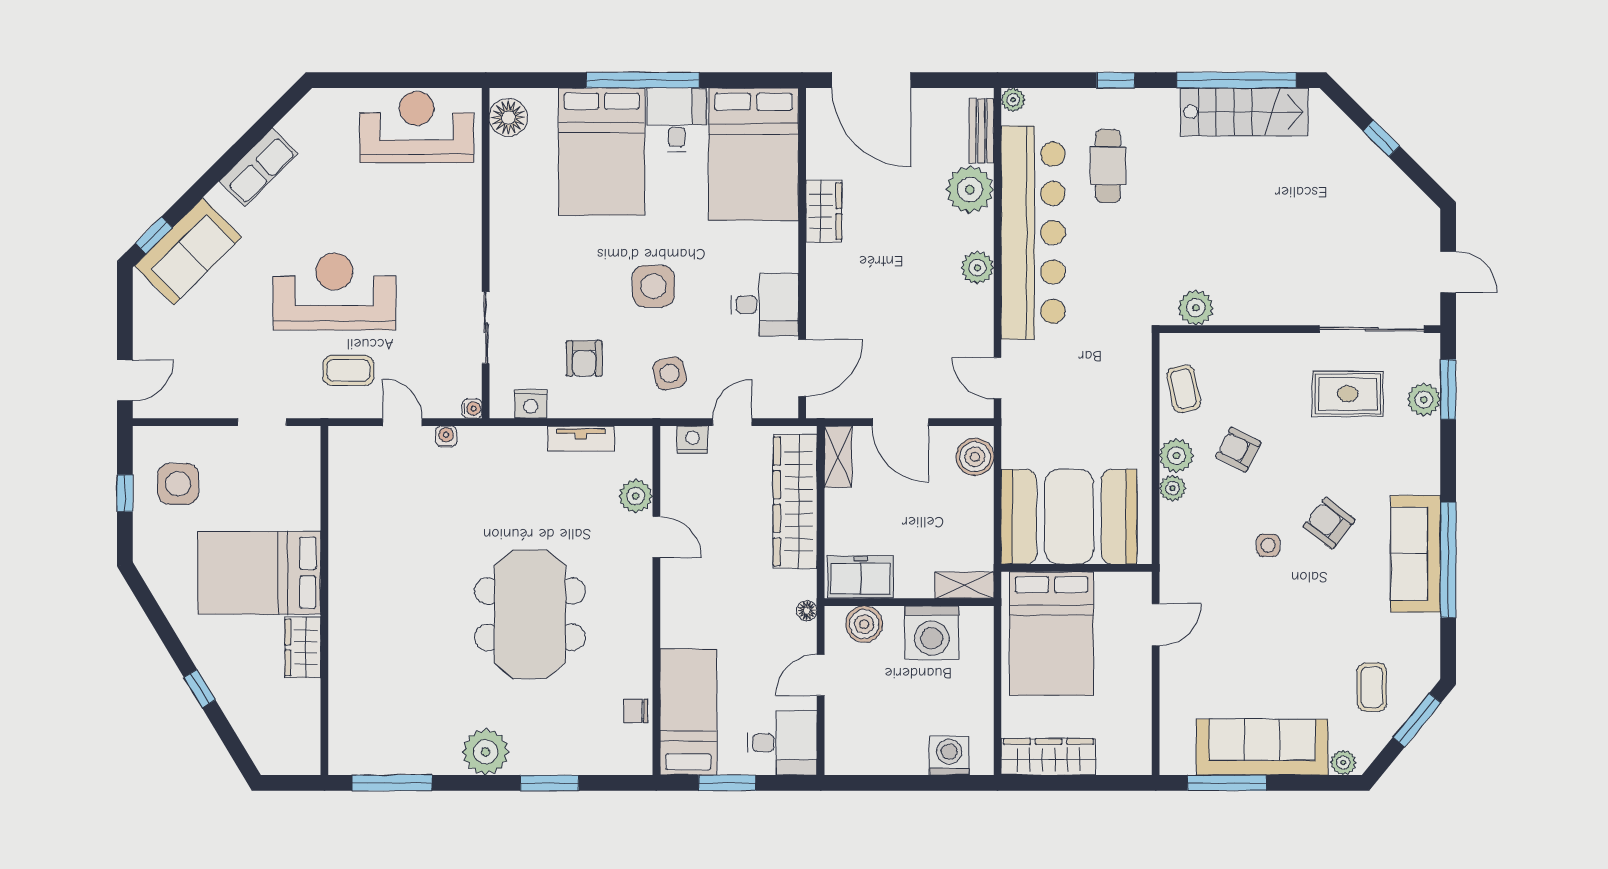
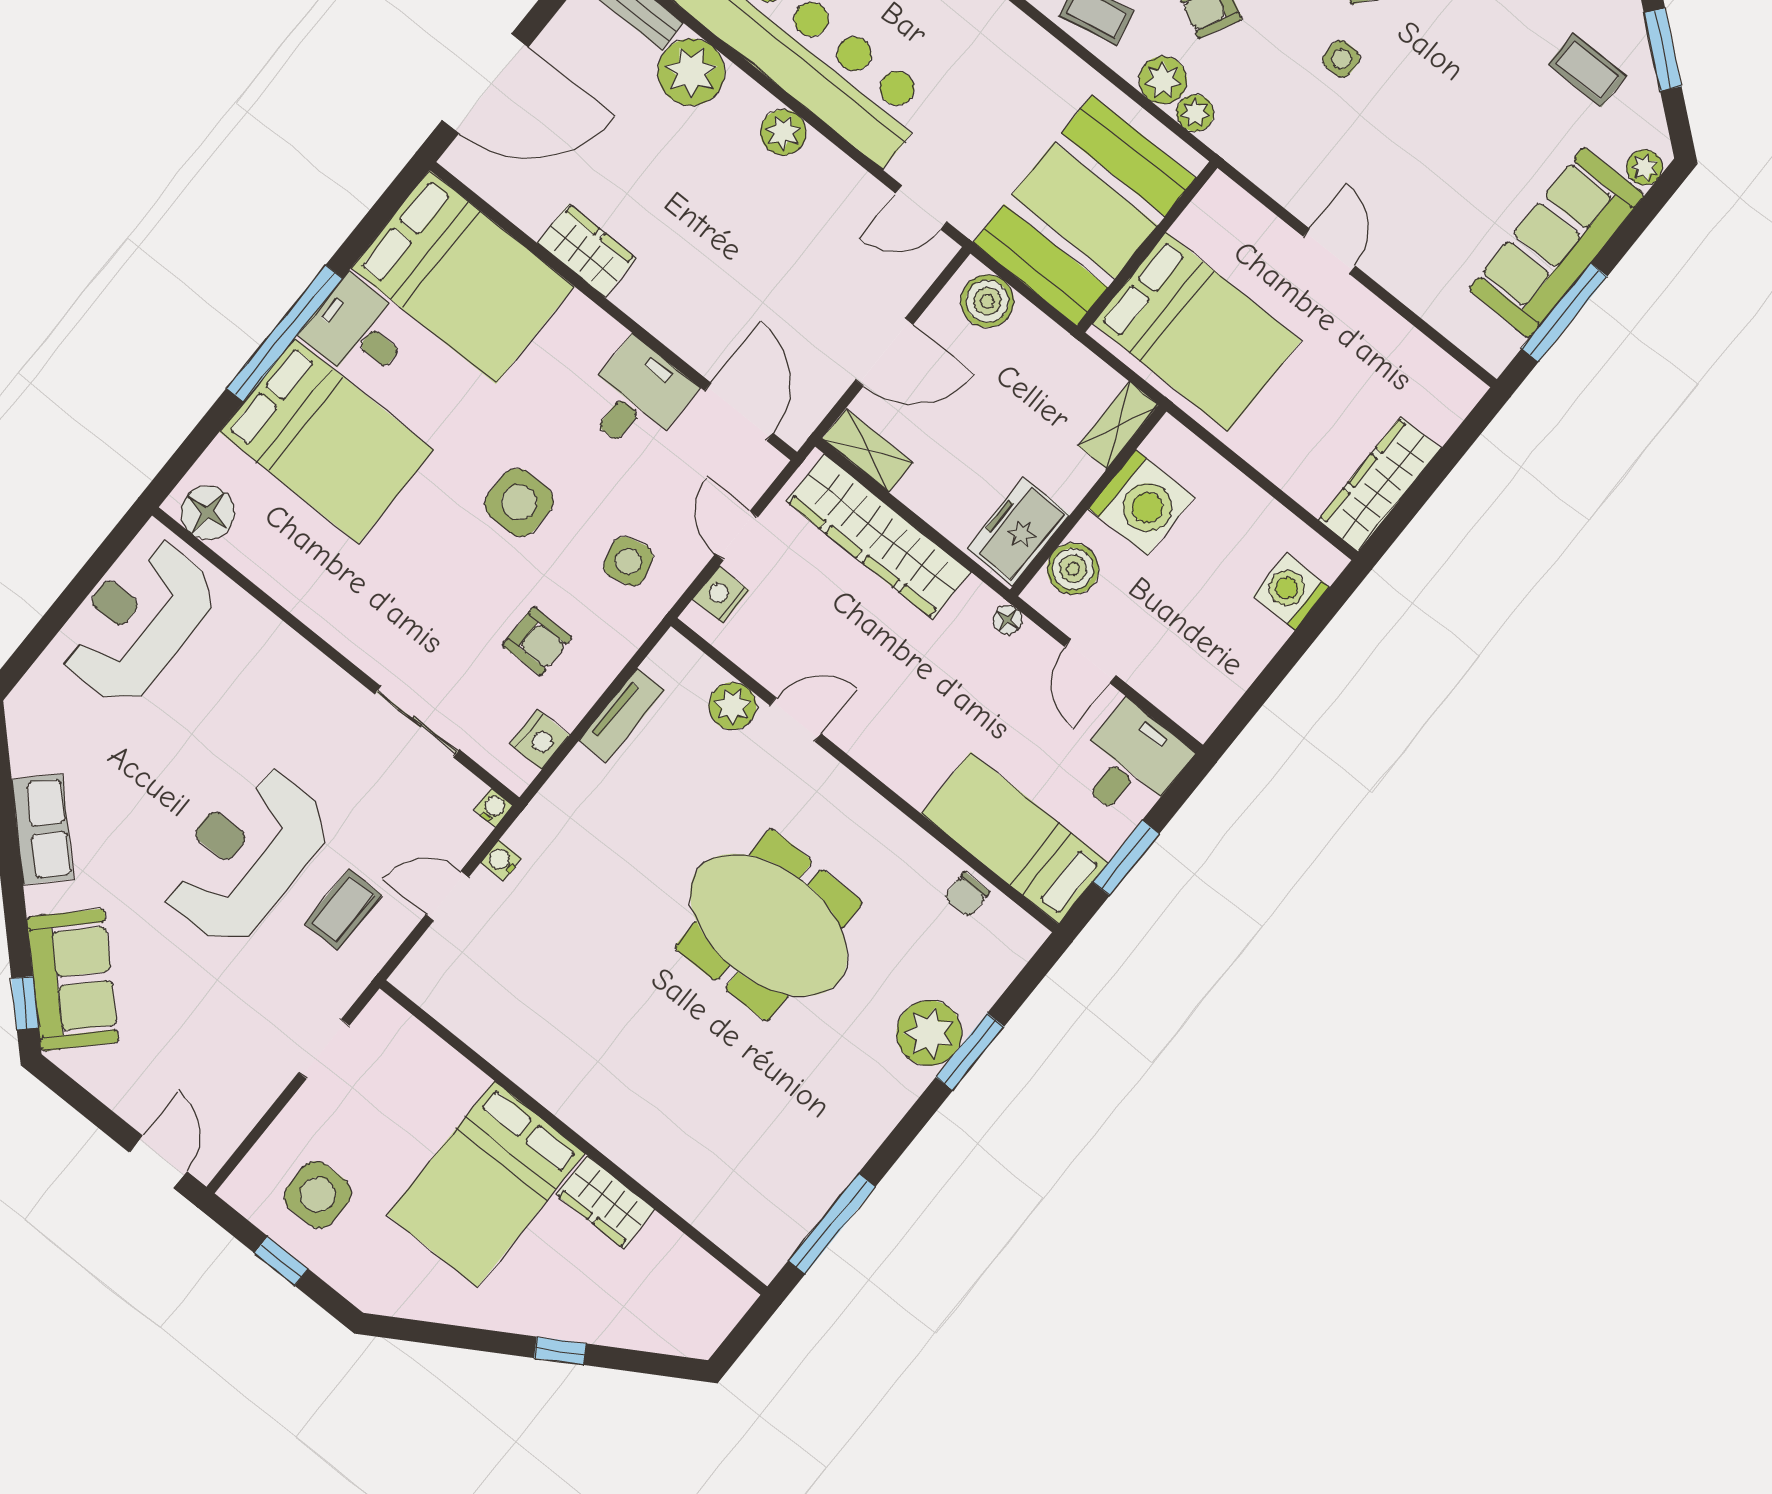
booth: (1069, 517) -> (1085, 210), moved
wall: (1077, 568) -> (1147, 247), moved
bed: (1052, 634) -> (1197, 332), moved
plant: (486, 752) -> (929, 1033), moved

